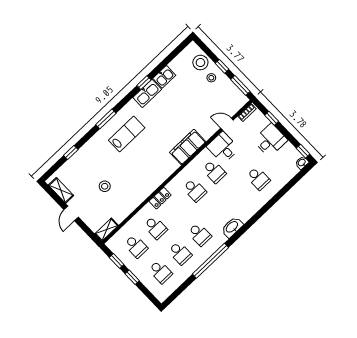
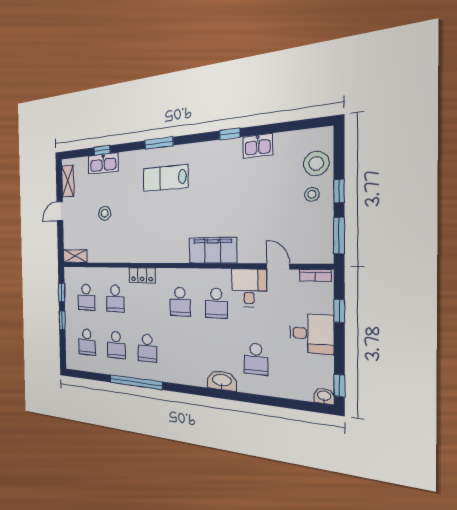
kitchen sink: (147, 93) -> (103, 164), moved
lab bench: (127, 134) -> (165, 178), turned 180
washbasin: (232, 227) -> (222, 381), moved

